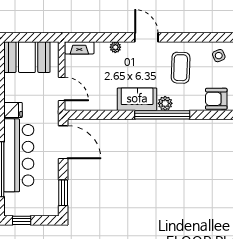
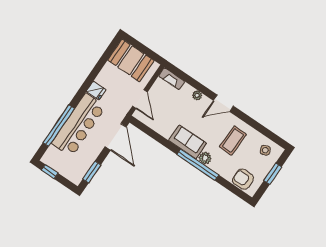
door: (146, 37) -> (223, 103), swing flipped

